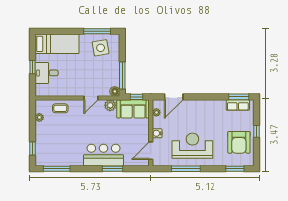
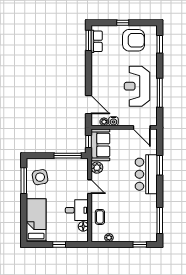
desk: (47, 73) -> (77, 210), moved, turned -90
floor lamp: (115, 91) -> (83, 226), moved
water cooler: (157, 133) -> (113, 121), moved

